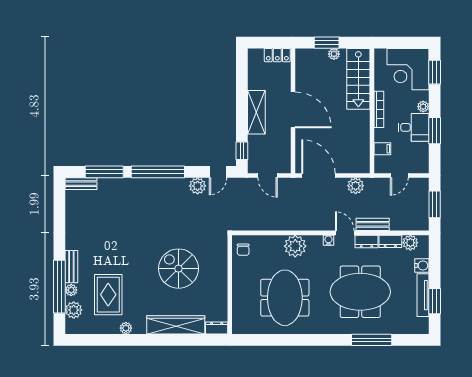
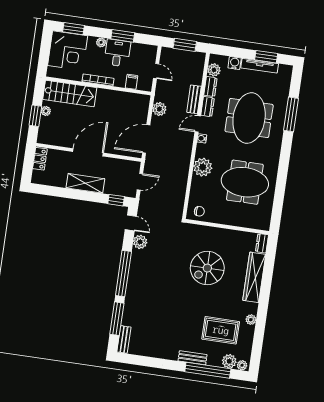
plant: (71, 290) -> (242, 365), moved

